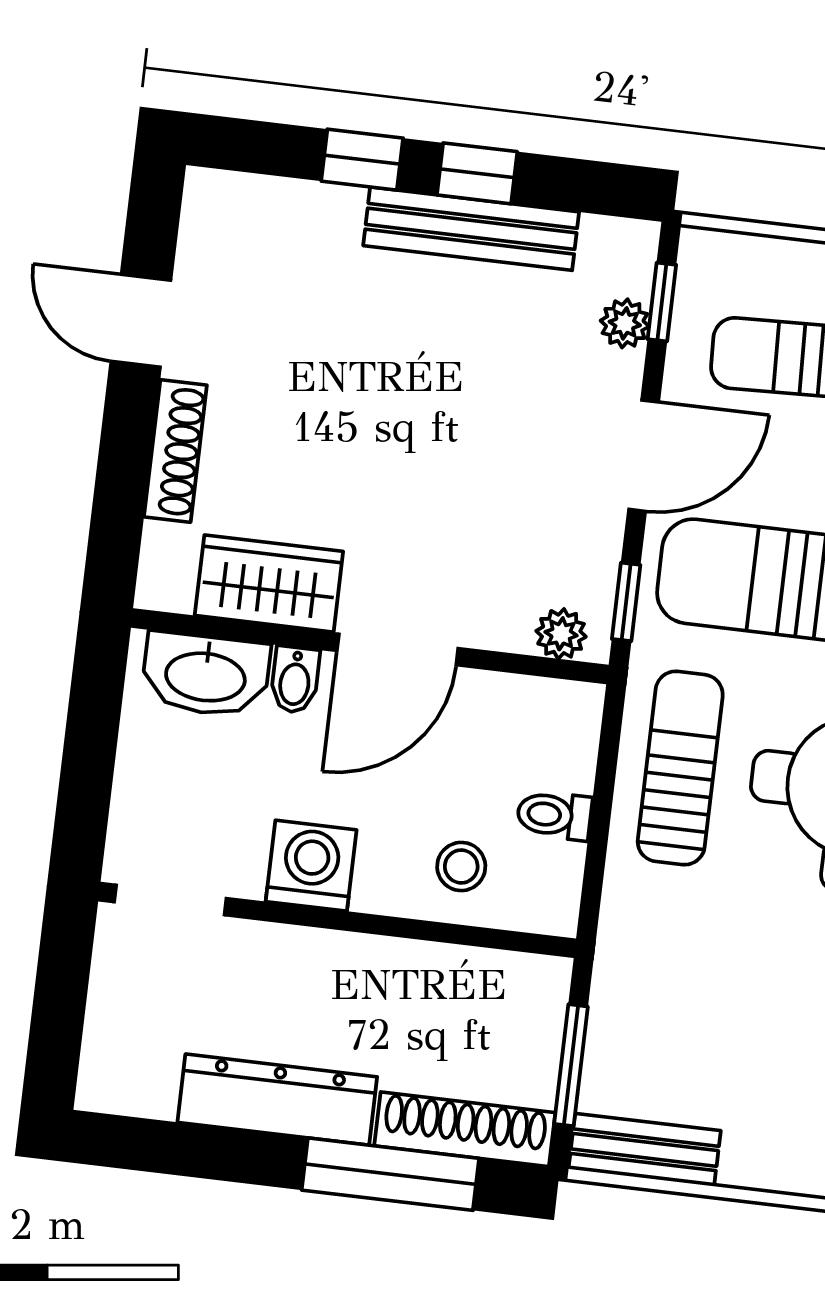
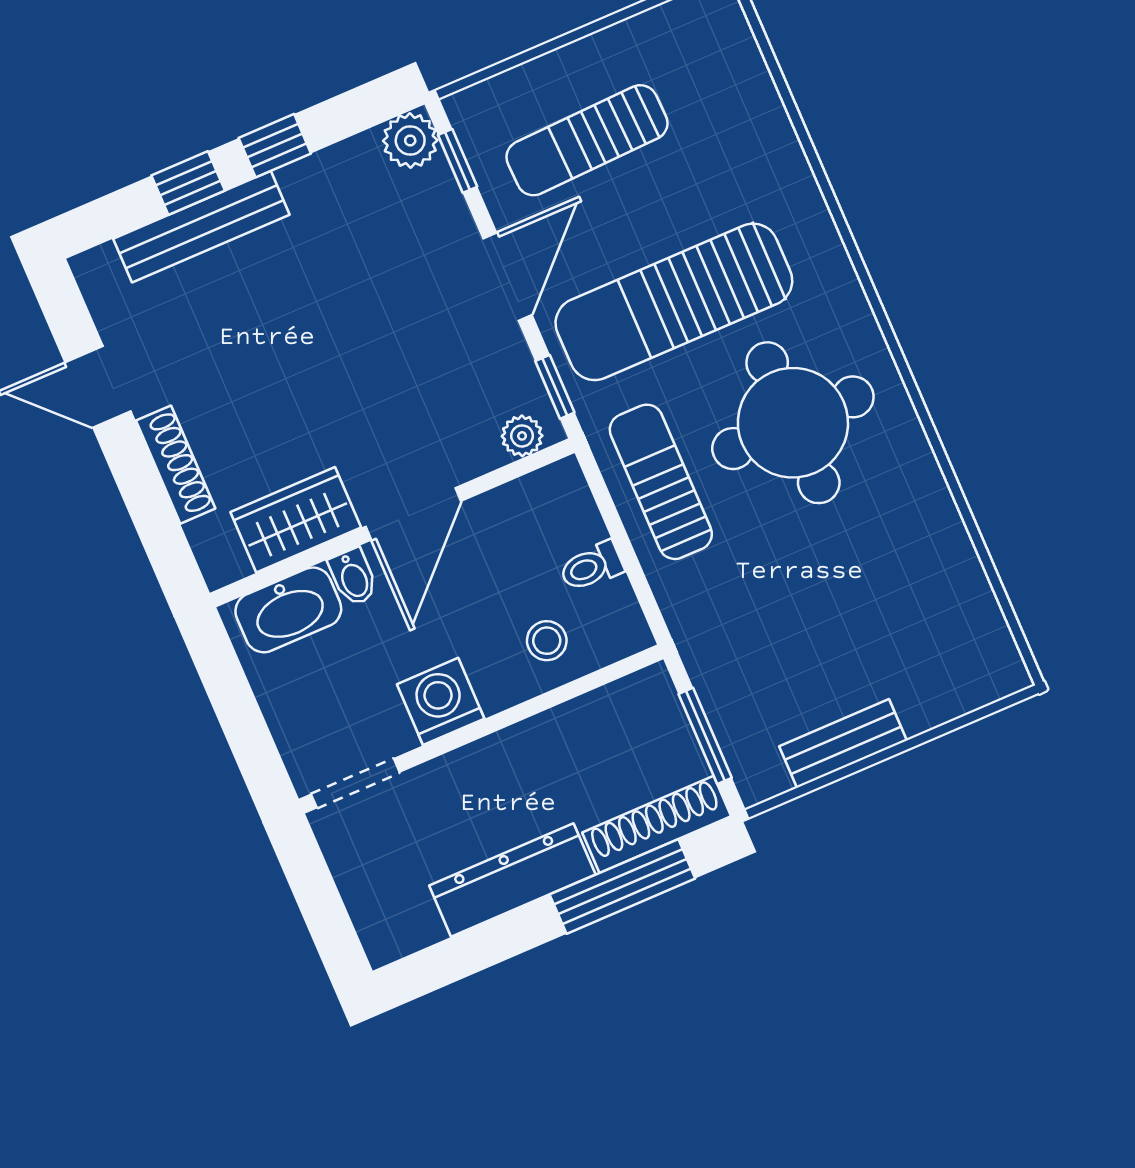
bench: (471, 229) -> (201, 227), moved
plant: (625, 323) -> (410, 140), moved, width x1.38, depth x1.38
bench: (645, 1150) -> (843, 743), moved

